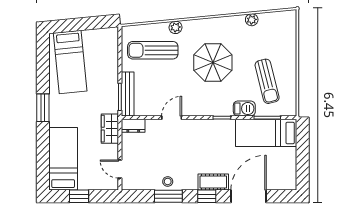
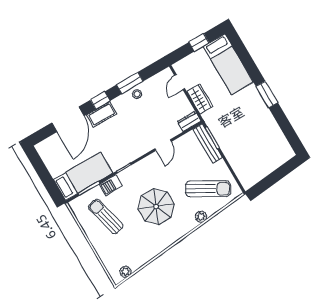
plant: (252, 20) -> (126, 272), moved
sun lounger: (153, 50) -> (208, 189), turned 30
bed: (70, 62) -> (267, 142), removed
wardrobe: (110, 129) -> (200, 99), moved
door: (120, 169) -> (180, 82), swing flipped

